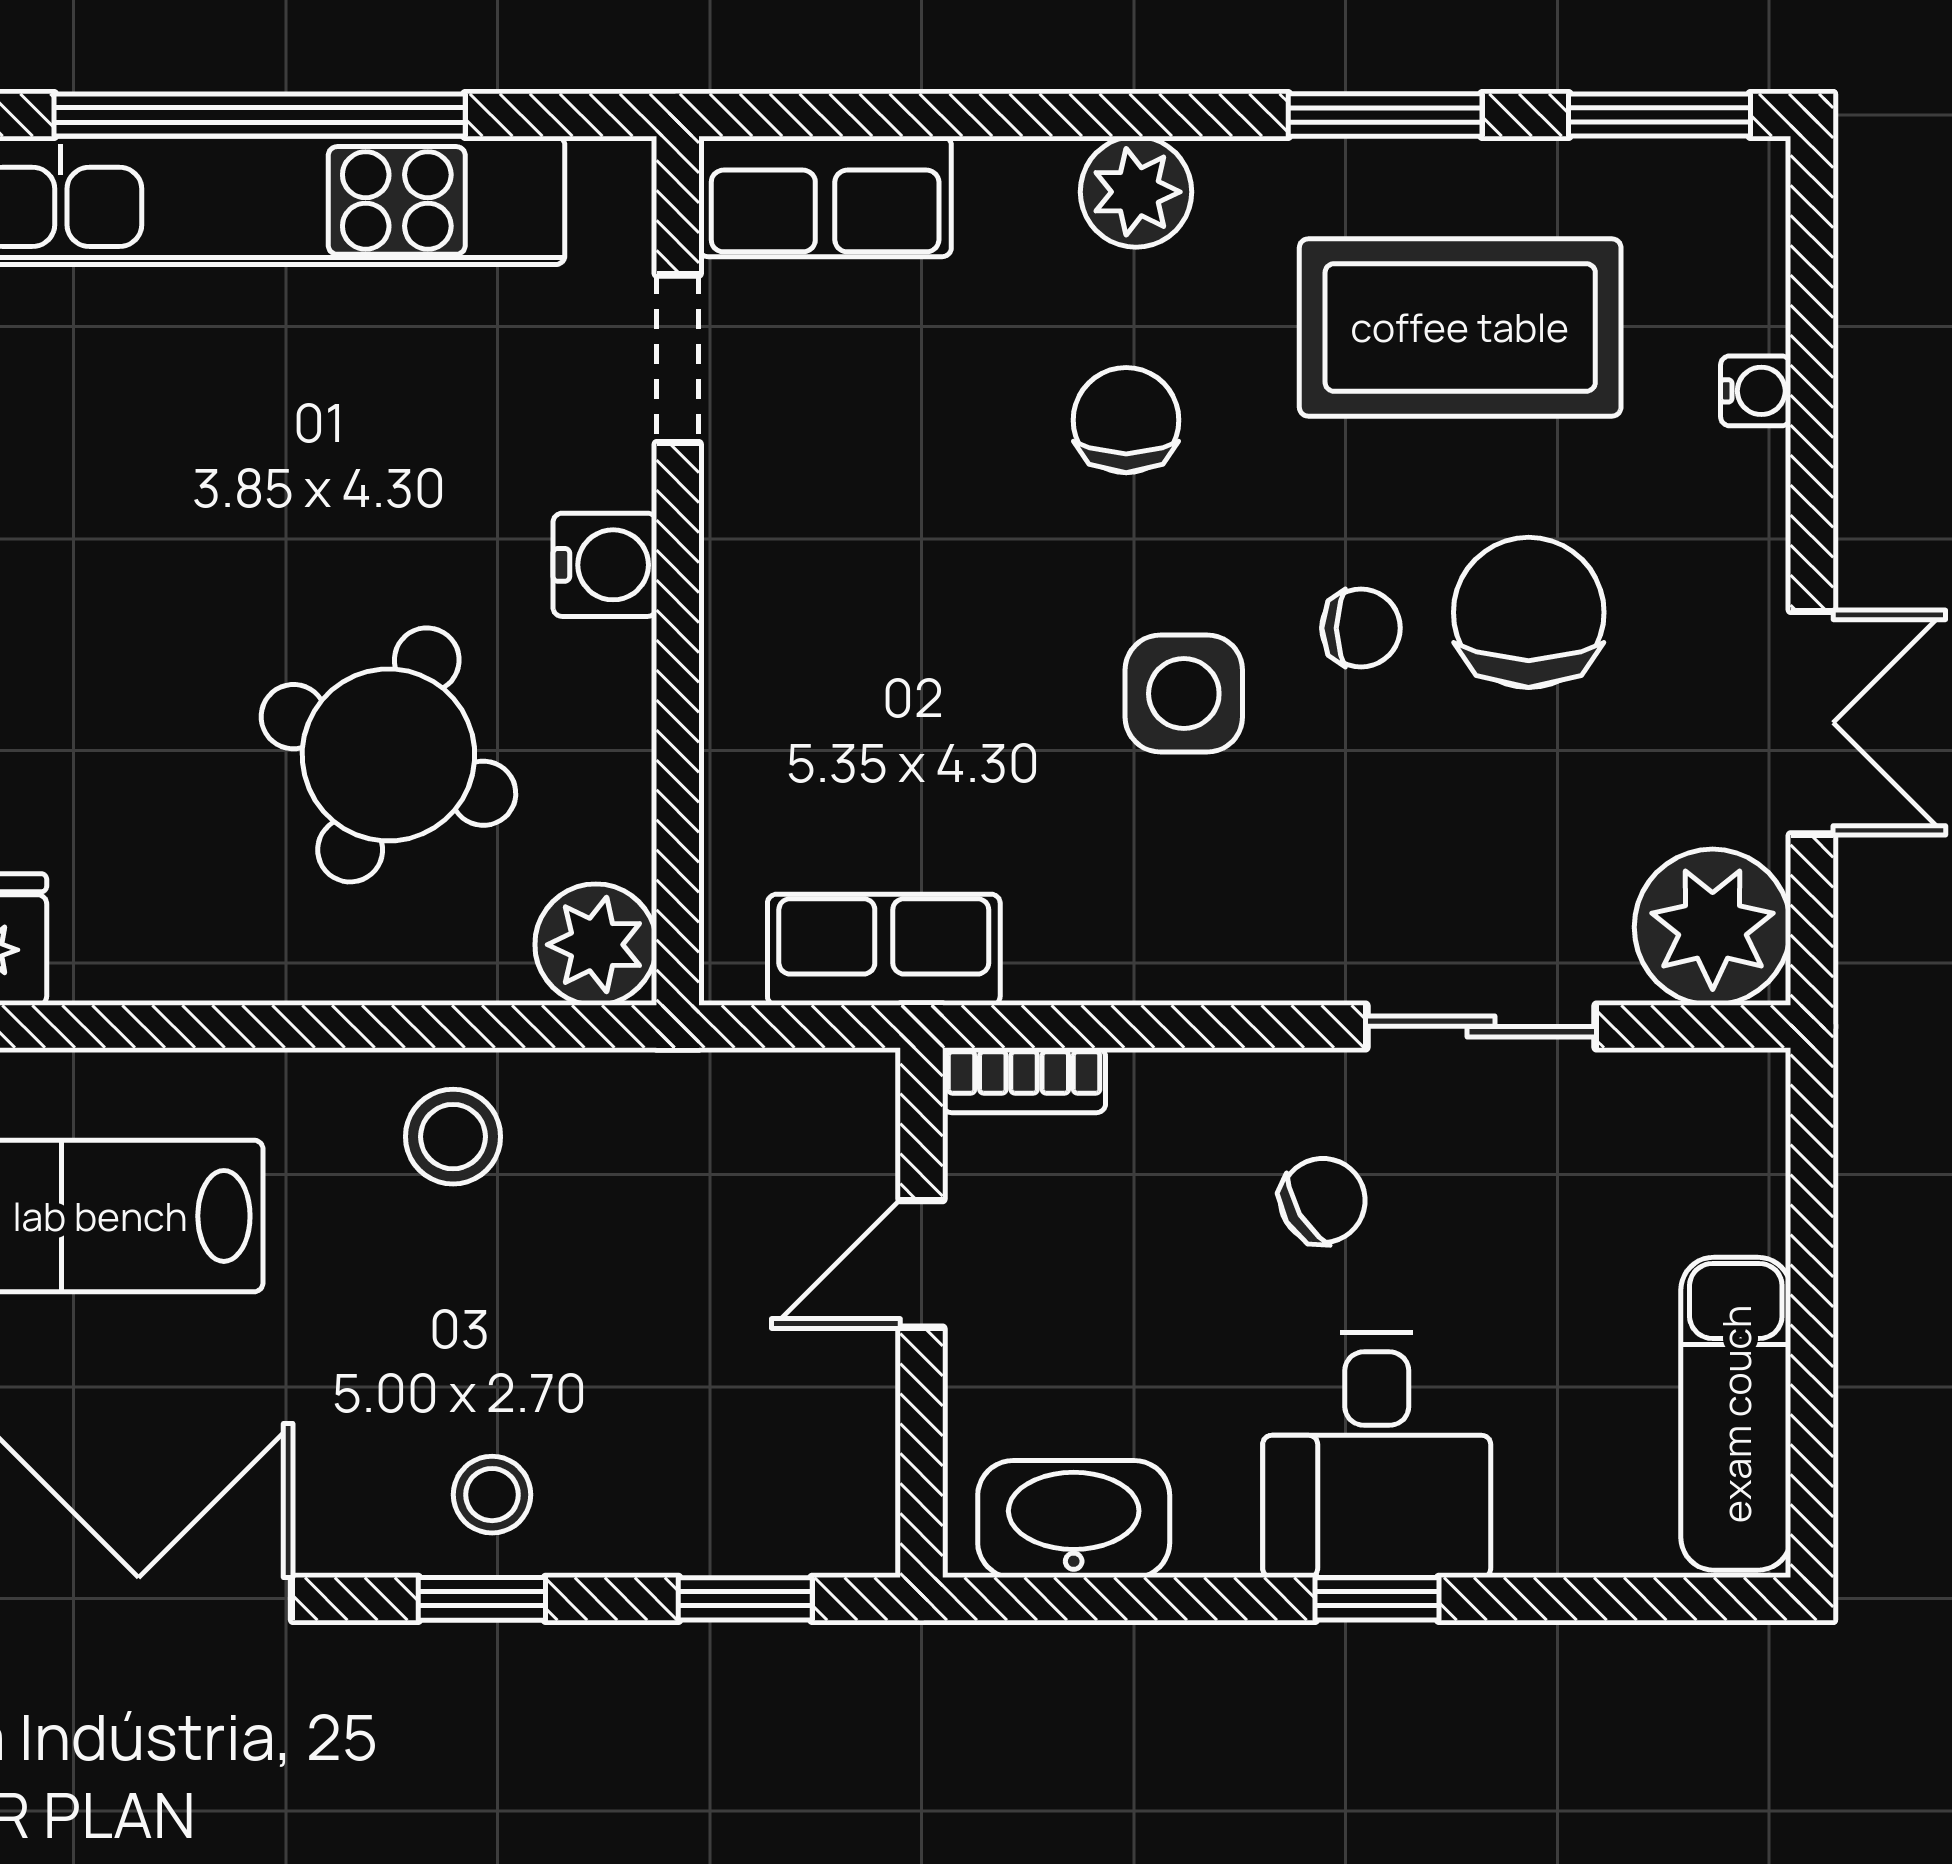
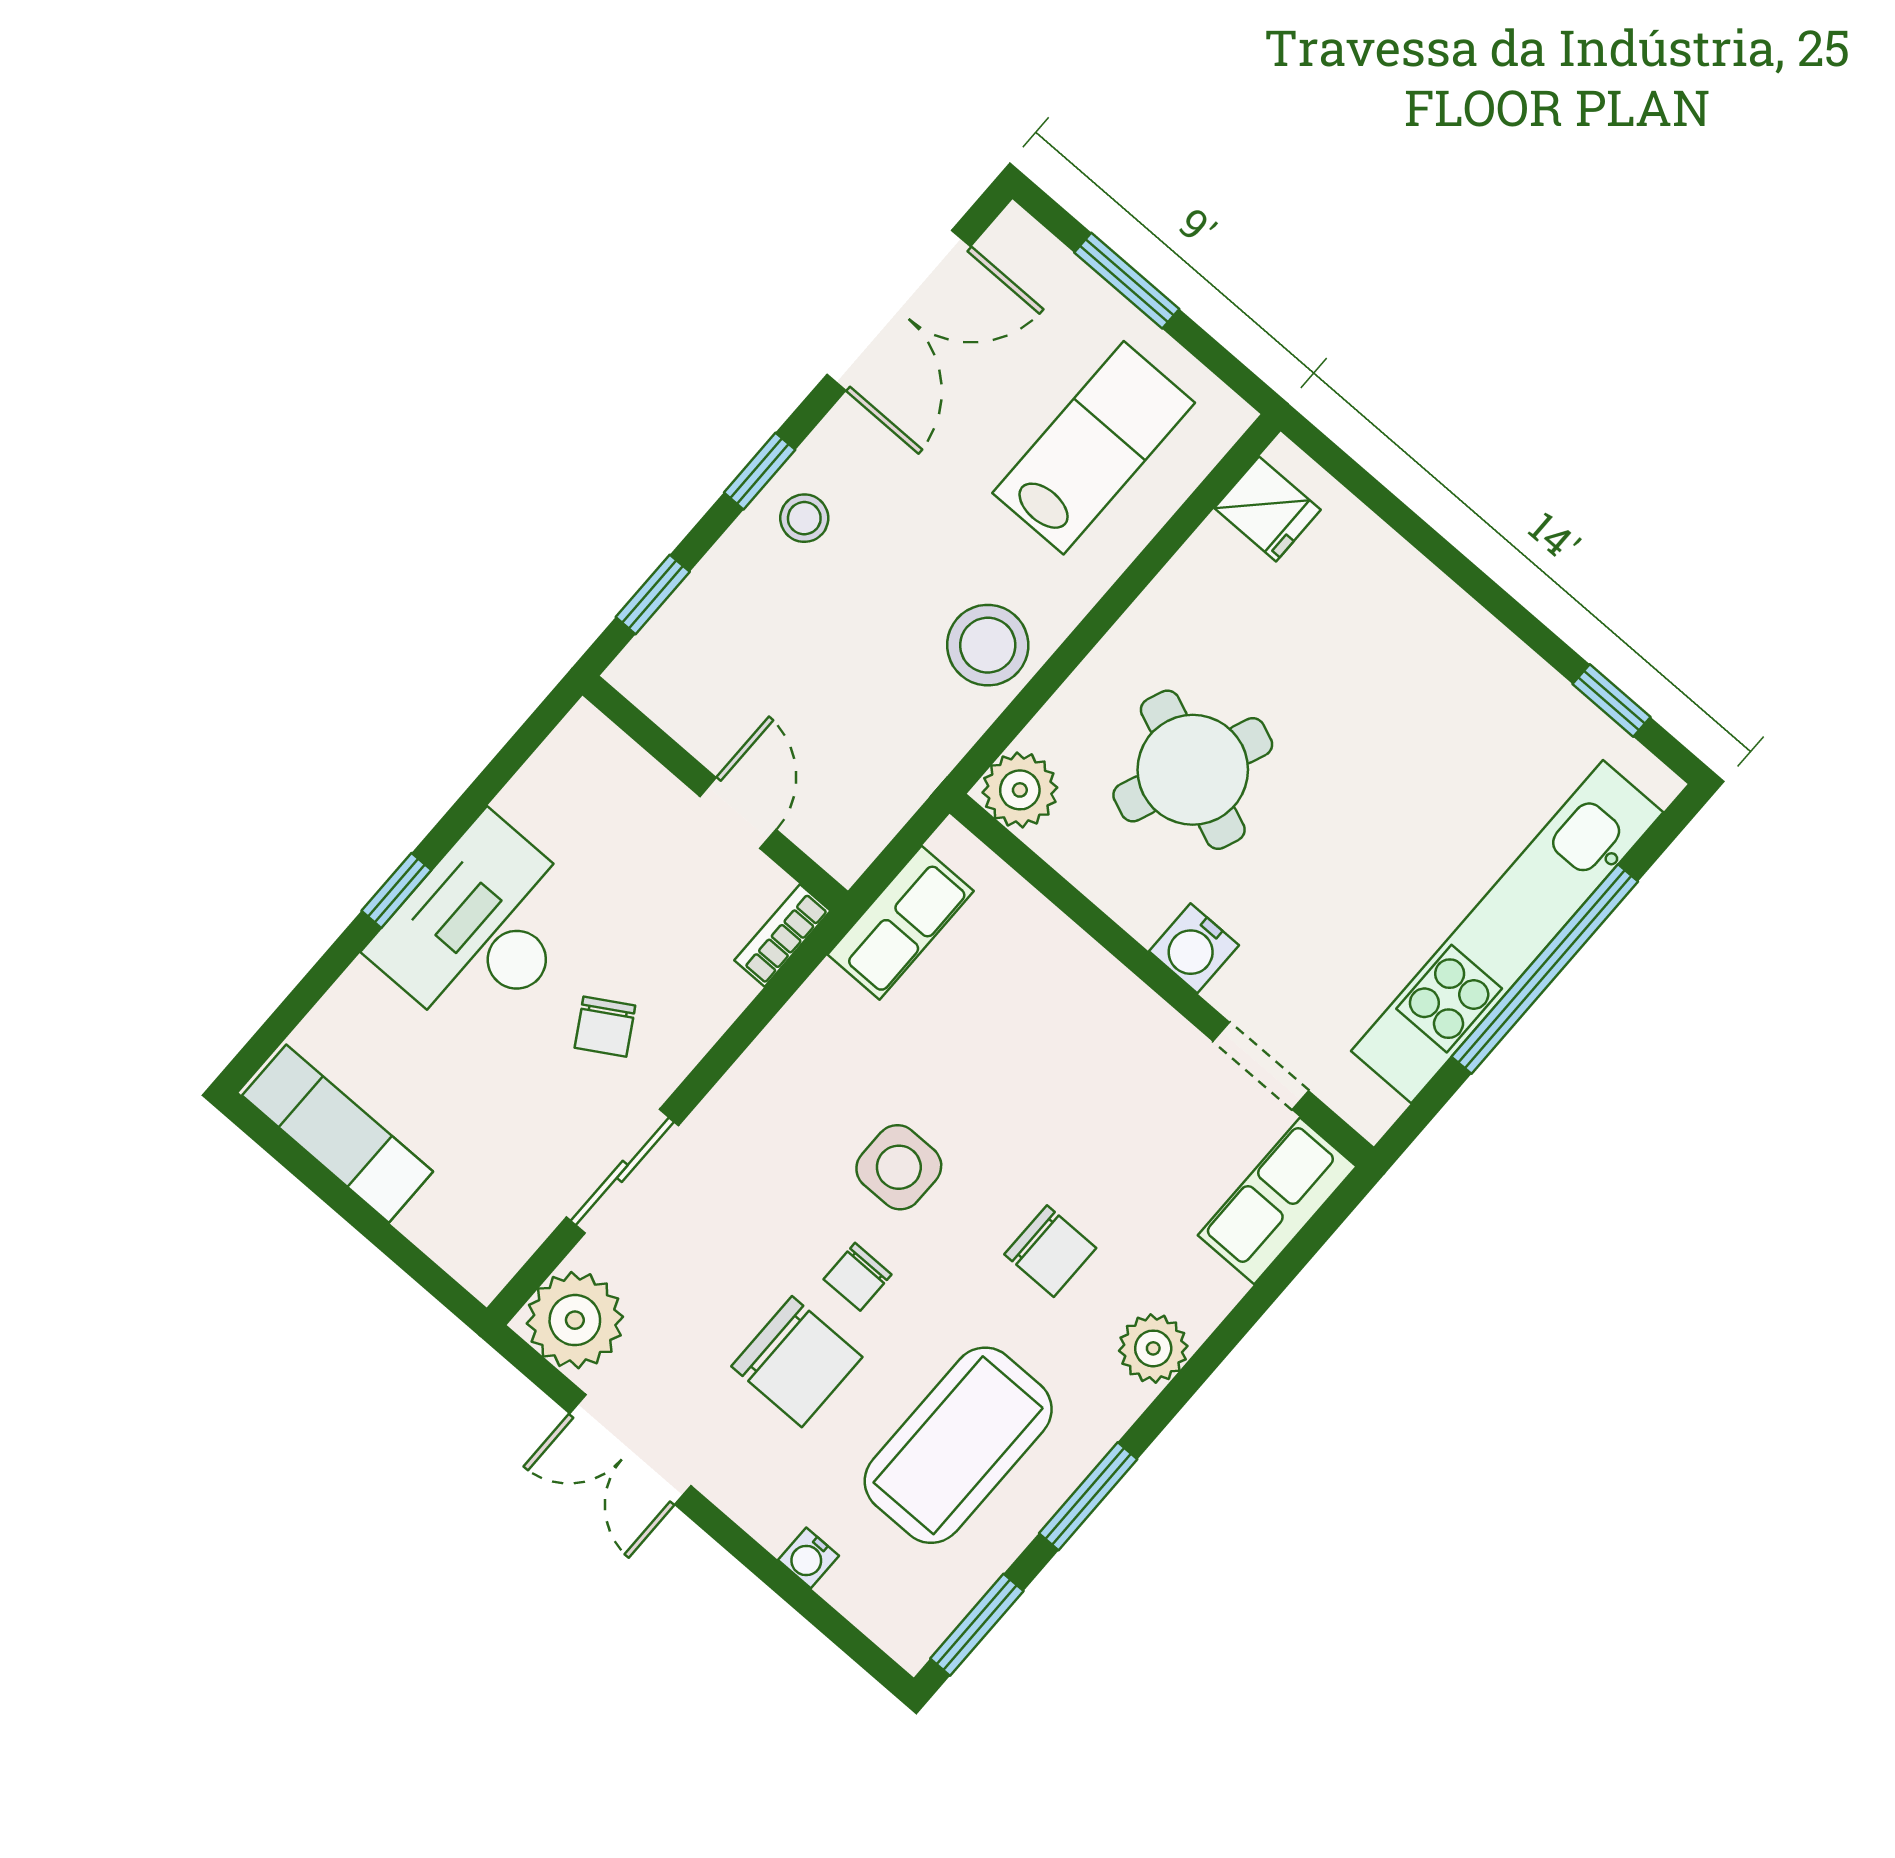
stool: (453, 1137) -> (988, 645), width x1.38, depth x1.38
desk: (1377, 1455) -> (481, 929), width x1.37
washbasin: (1074, 1519) -> (557, 781), removed

